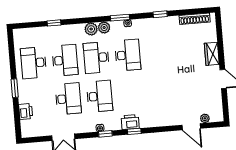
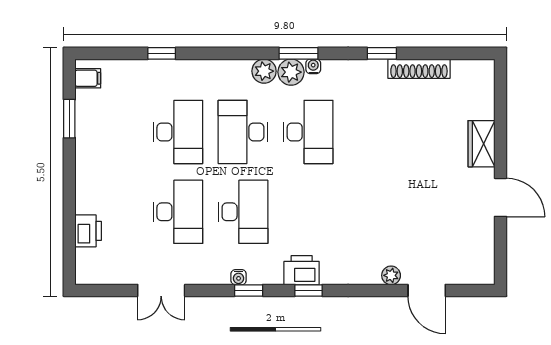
shoe rack: (195, 19) -> (419, 69), moved
plant: (91, 29) -> (291, 72), moved
filing cabinet: (19, 38) -> (88, 78), added
desk: (34, 63) -> (113, 132), removed
window: (15, 88) -> (69, 119), moved
plant: (205, 118) -> (391, 275), moved

